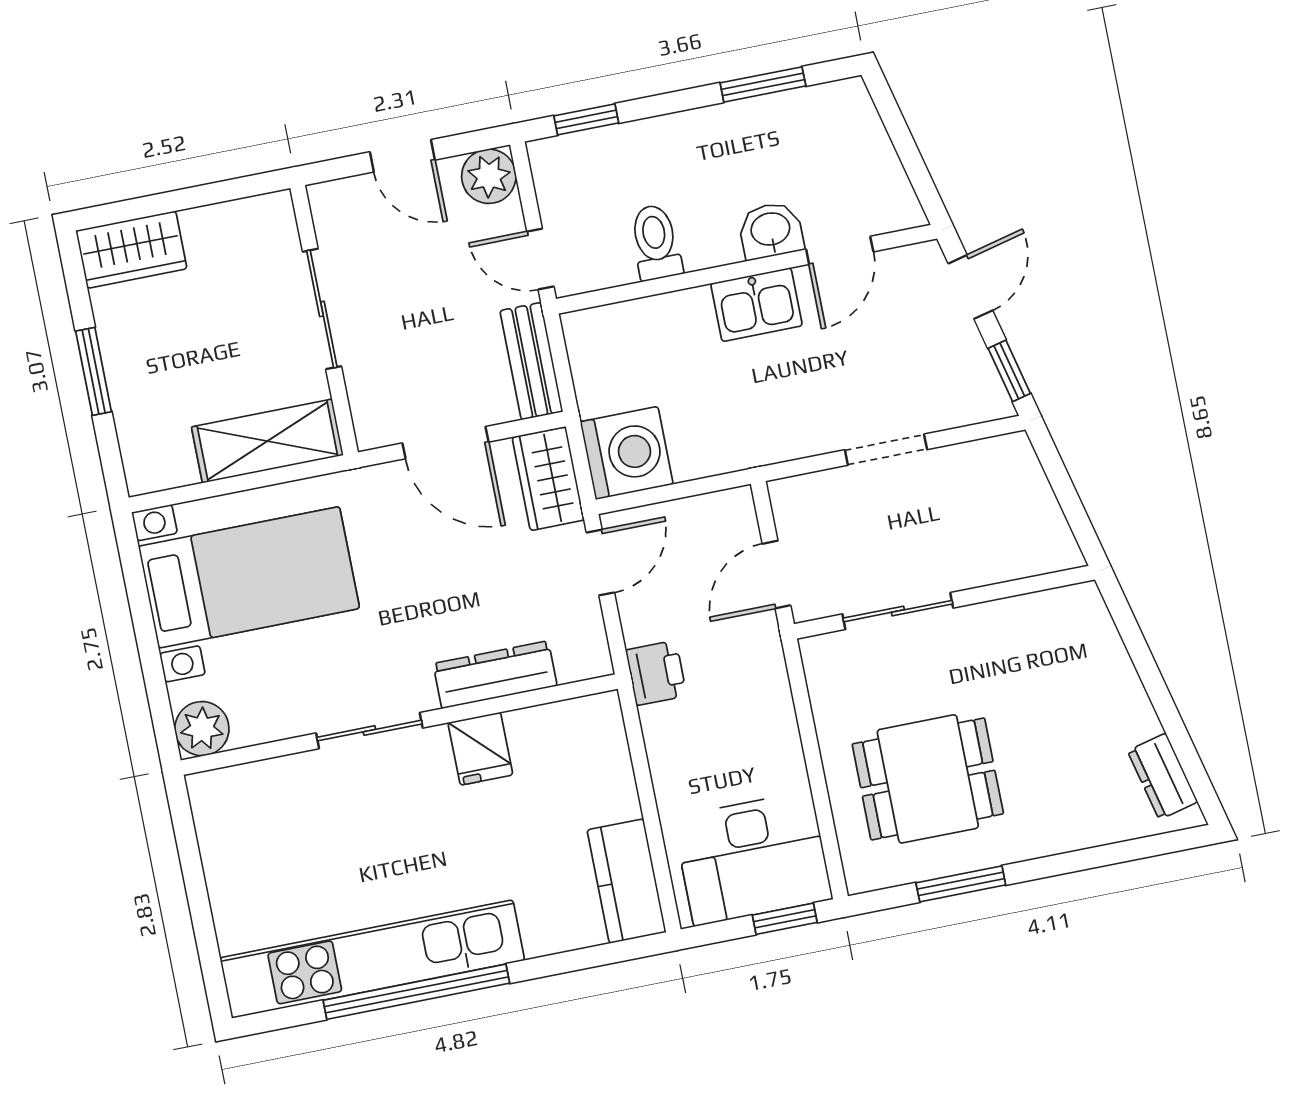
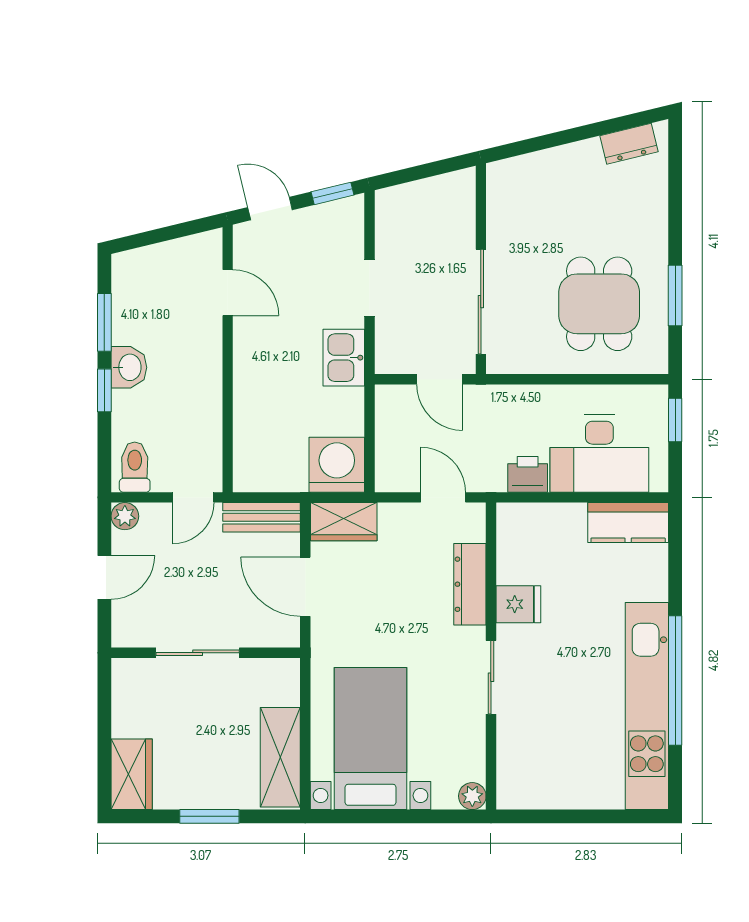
window: (586, 119) -> (104, 390), moved
plant: (489, 176) -> (125, 516), width x0.73, depth x0.73
washbasin: (771, 231) -> (129, 367), moved, turned 180
toilet: (656, 242) -> (135, 467), moved, turned 90
kitchen sink: (756, 305) -> (344, 358), moved, turned 180
shelving: (267, 441) -> (280, 757), moved
door: (446, 443) -> (305, 587), swing flipped
door: (600, 563) -> (443, 497), moved
sliding door: (898, 611) -> (481, 302), width x1.37
printer: (656, 673) -> (528, 474), moved
plant: (202, 729) -> (472, 796), width x0.73, depth x0.73
desk: (753, 858) -> (599, 454), moved, turned 90

